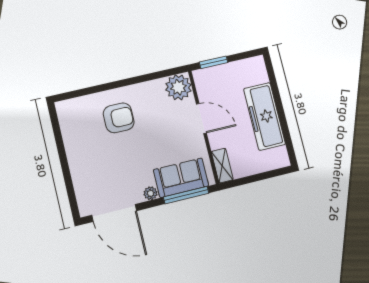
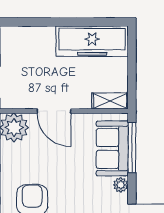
freezer: (265, 116) -> (92, 41), moved
door: (201, 119) -> (54, 111), swing flipped

